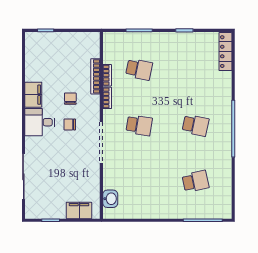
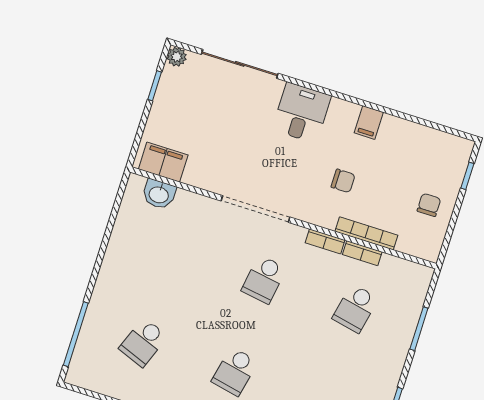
filing cabinet: (33, 95) -> (369, 122), width x0.50
desk: (40, 122) -> (302, 113), moved
chair: (70, 124) -> (429, 205), moved
school desk: (195, 181) -> (143, 342), turned 33
filing cabinet: (79, 210) -> (163, 162), moved, turned -90
plant: (31, 213) -> (177, 57), added

